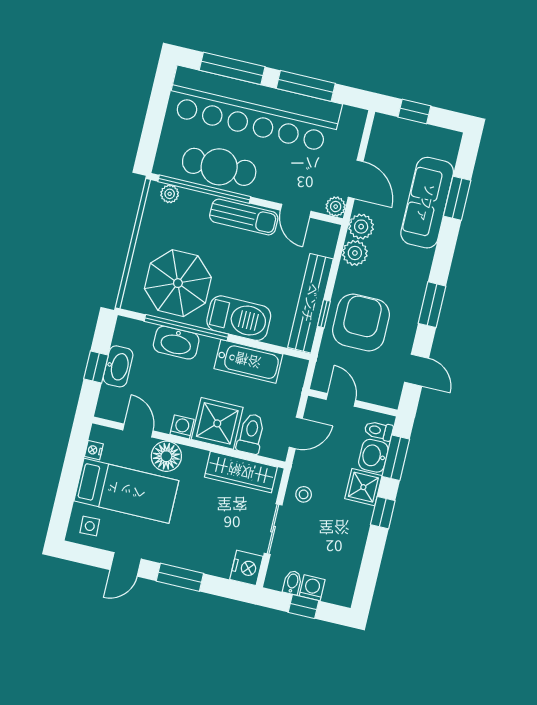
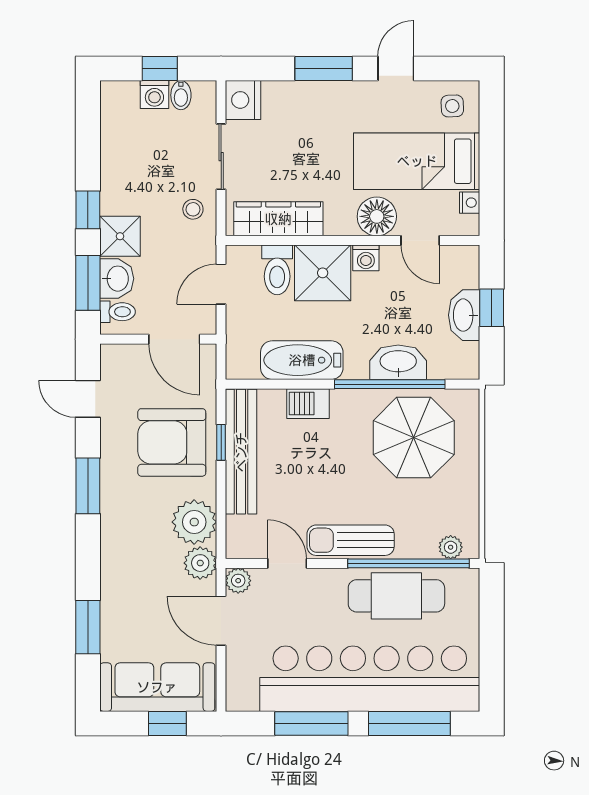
sofa: (427, 203) -> (157, 687), moved, turned -90
plant: (355, 253) -> (194, 522), width x1.36, depth x1.36
barbecue: (239, 318) -> (308, 404), width x0.53, depth x0.65
armchair: (361, 322) -> (172, 442), turned 90
door: (341, 400) -> (174, 339), width x1.38

